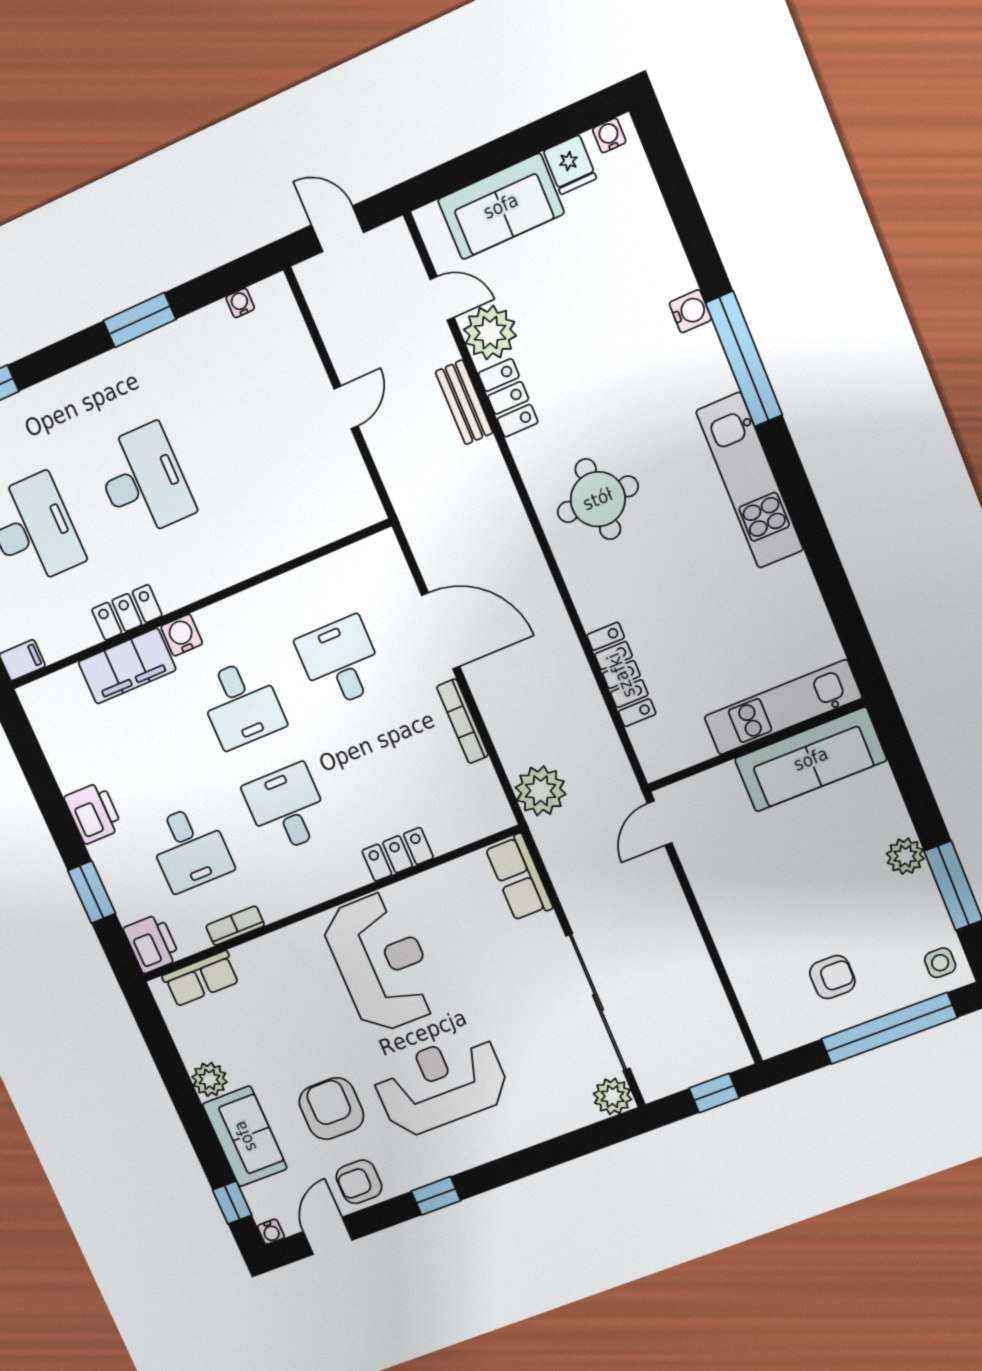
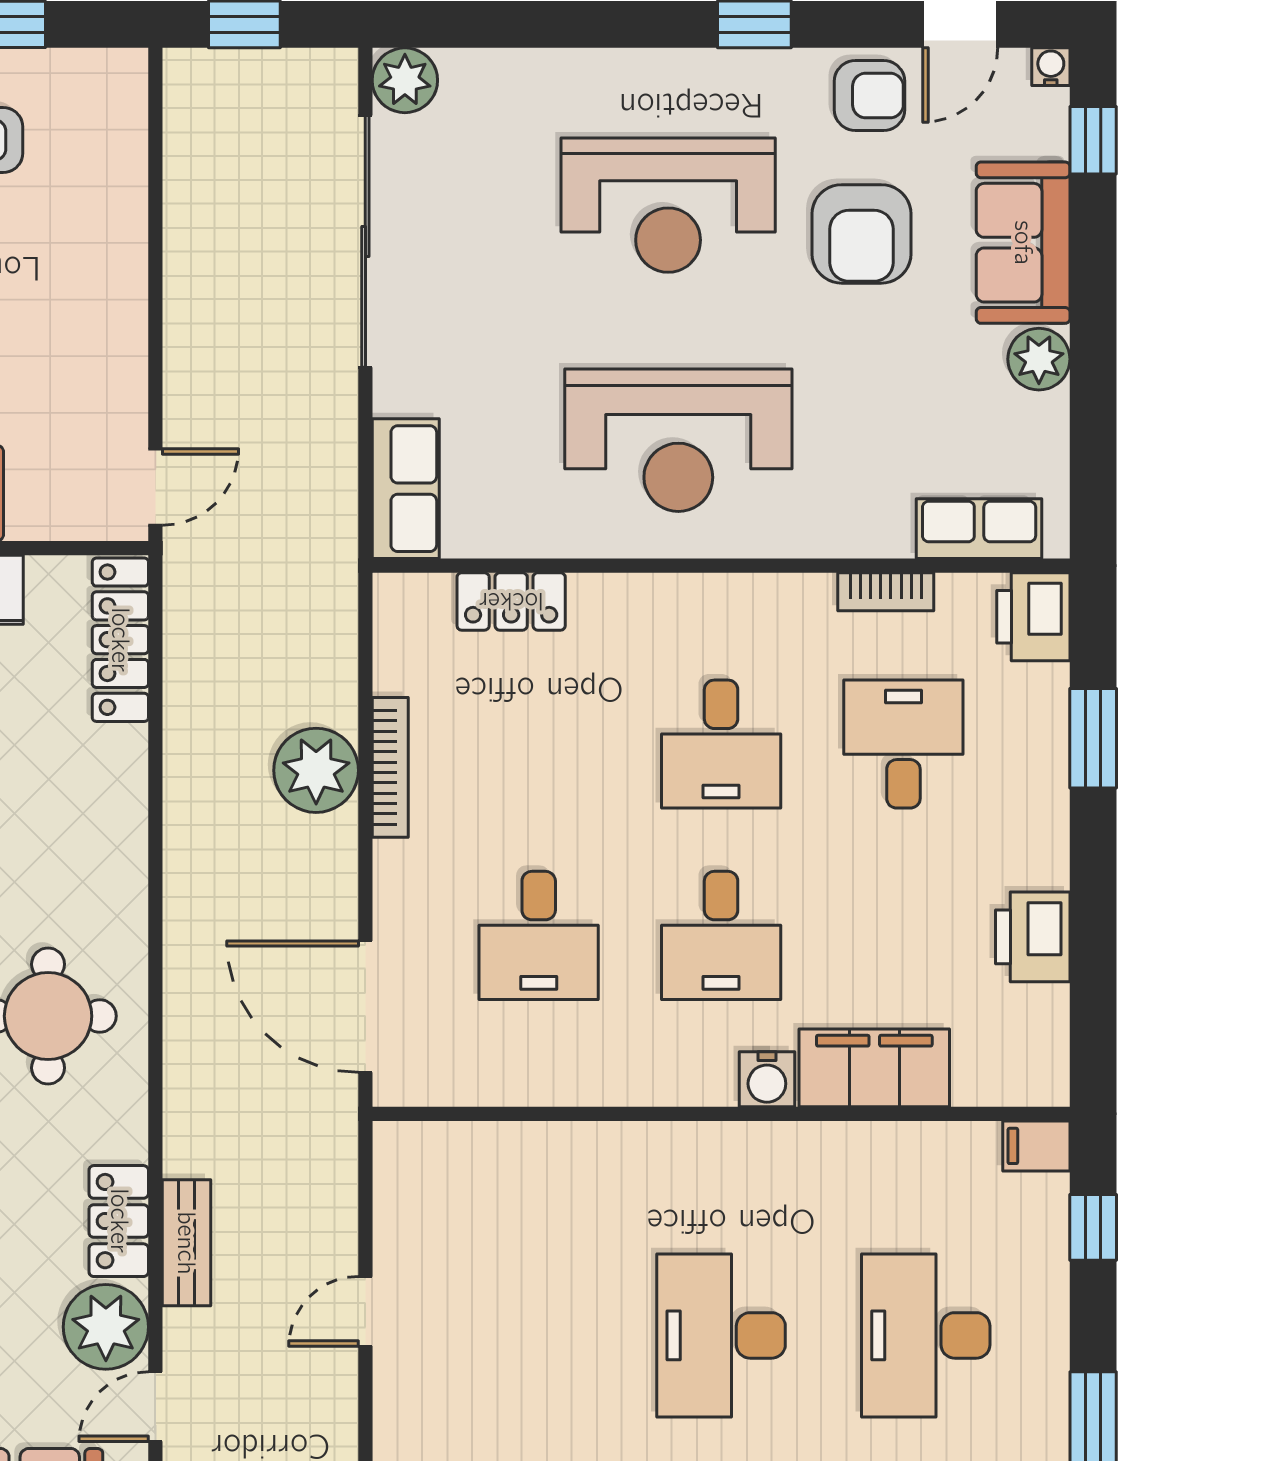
door: (442, 298) -> (155, 1407), hinge flipped
locker: (127, 612) -> (837, 1149), removed
door: (441, 631) -> (365, 1007), moved
locker: (621, 675) -> (120, 640), moved
desk: (241, 704) -> (721, 935), turned 180
plant: (541, 791) -> (316, 770), moved
printer: (93, 813) -> (1033, 937), moved
locker: (398, 854) -> (511, 601), moved
reception desk: (381, 962) -> (678, 440), turned -90

